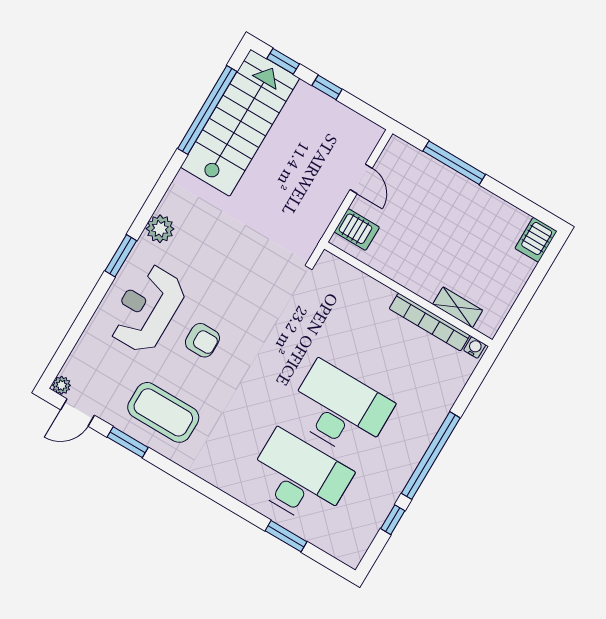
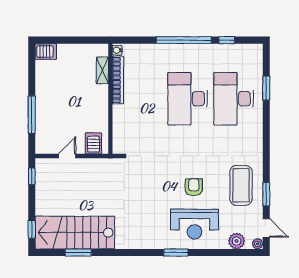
window: (327, 87) -> (32, 176), moved
window: (207, 110) -> (78, 253), width x0.47
plant: (160, 229) -> (237, 241), moved

